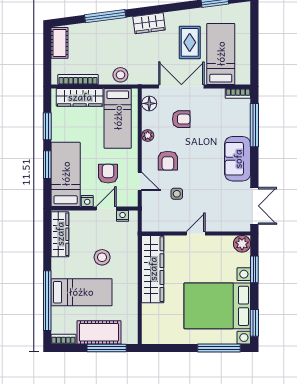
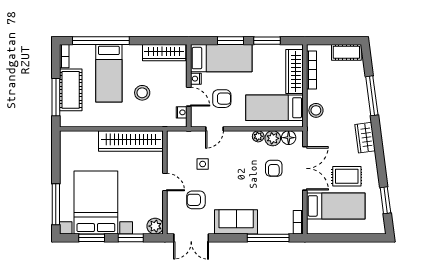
plant: (150, 120) -> (273, 138), added
armchair: (168, 161) -> (196, 200), moved
window: (254, 323) -> (92, 238), moved

